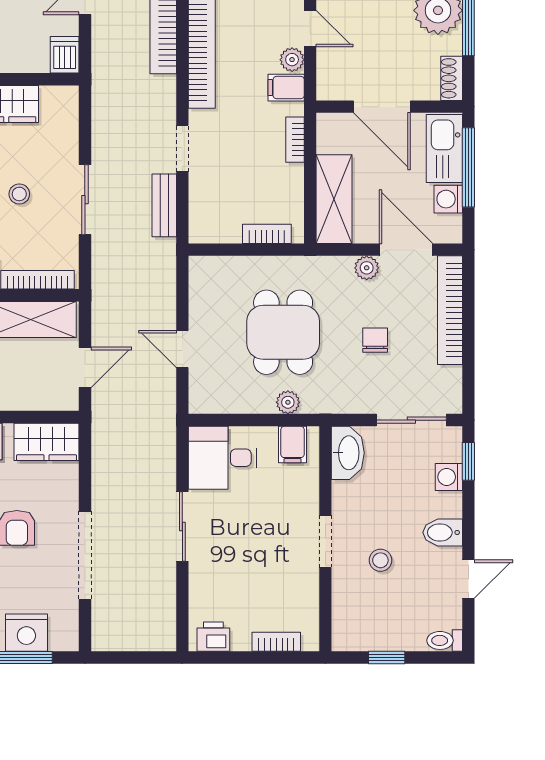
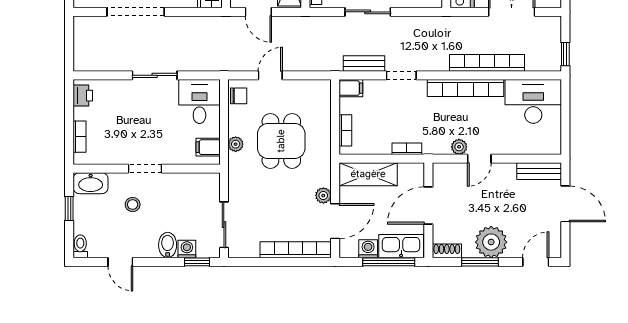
filing cabinet: (286, 88) -> (351, 88), moved, turned 90
dining table: (283, 332) -> (281, 141), turned 90
chair: (375, 340) -> (239, 96), moved
washbasin: (348, 453) -> (91, 183), moved
bidet: (443, 532) -> (168, 245), moved

